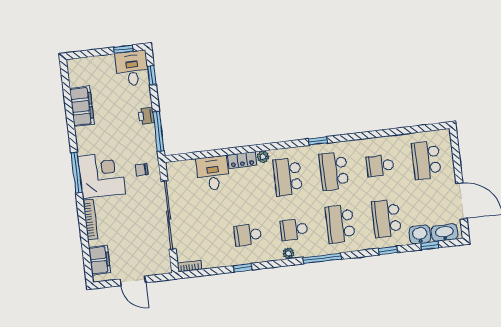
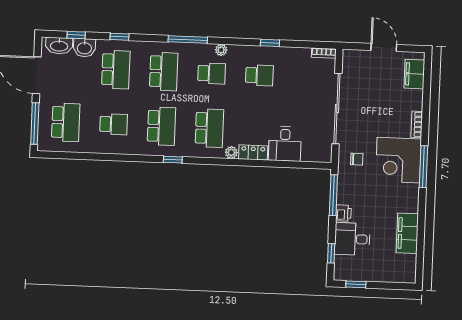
desk: (132, 68) -> (352, 239), moved, turned 90
window: (456, 154) -> (35, 124), added
bookcase: (90, 219) -> (417, 124), width x0.64

